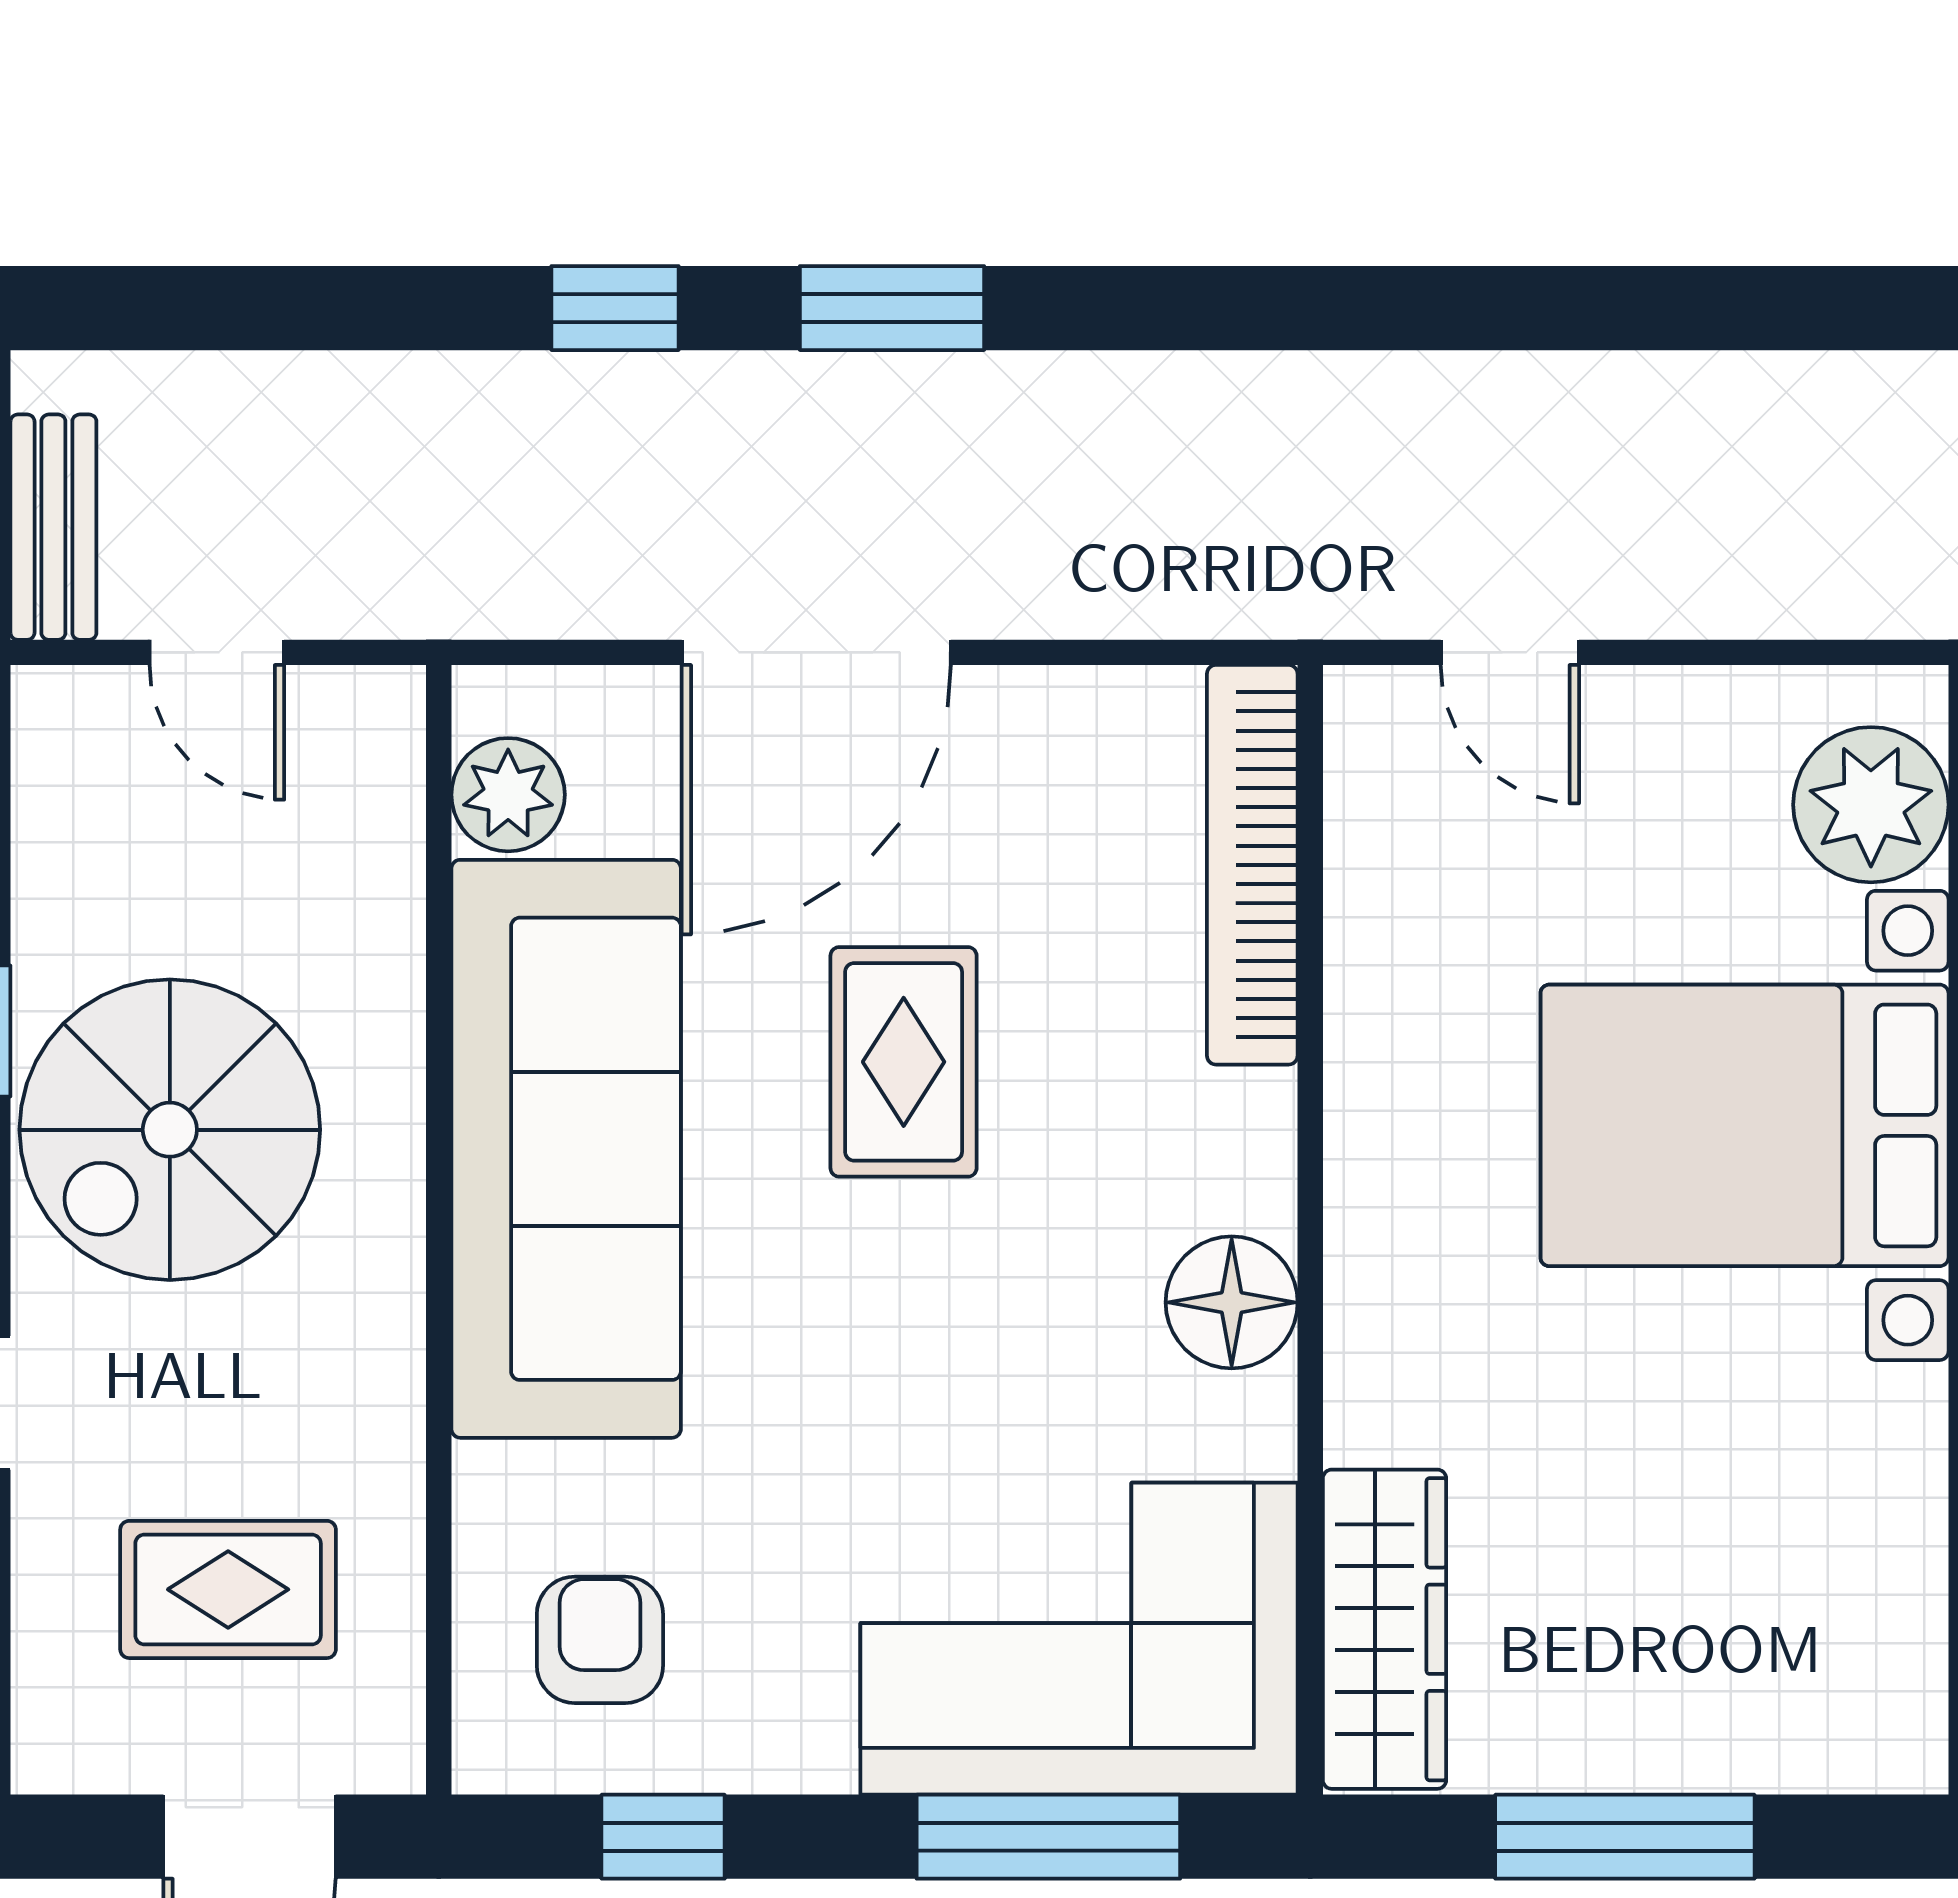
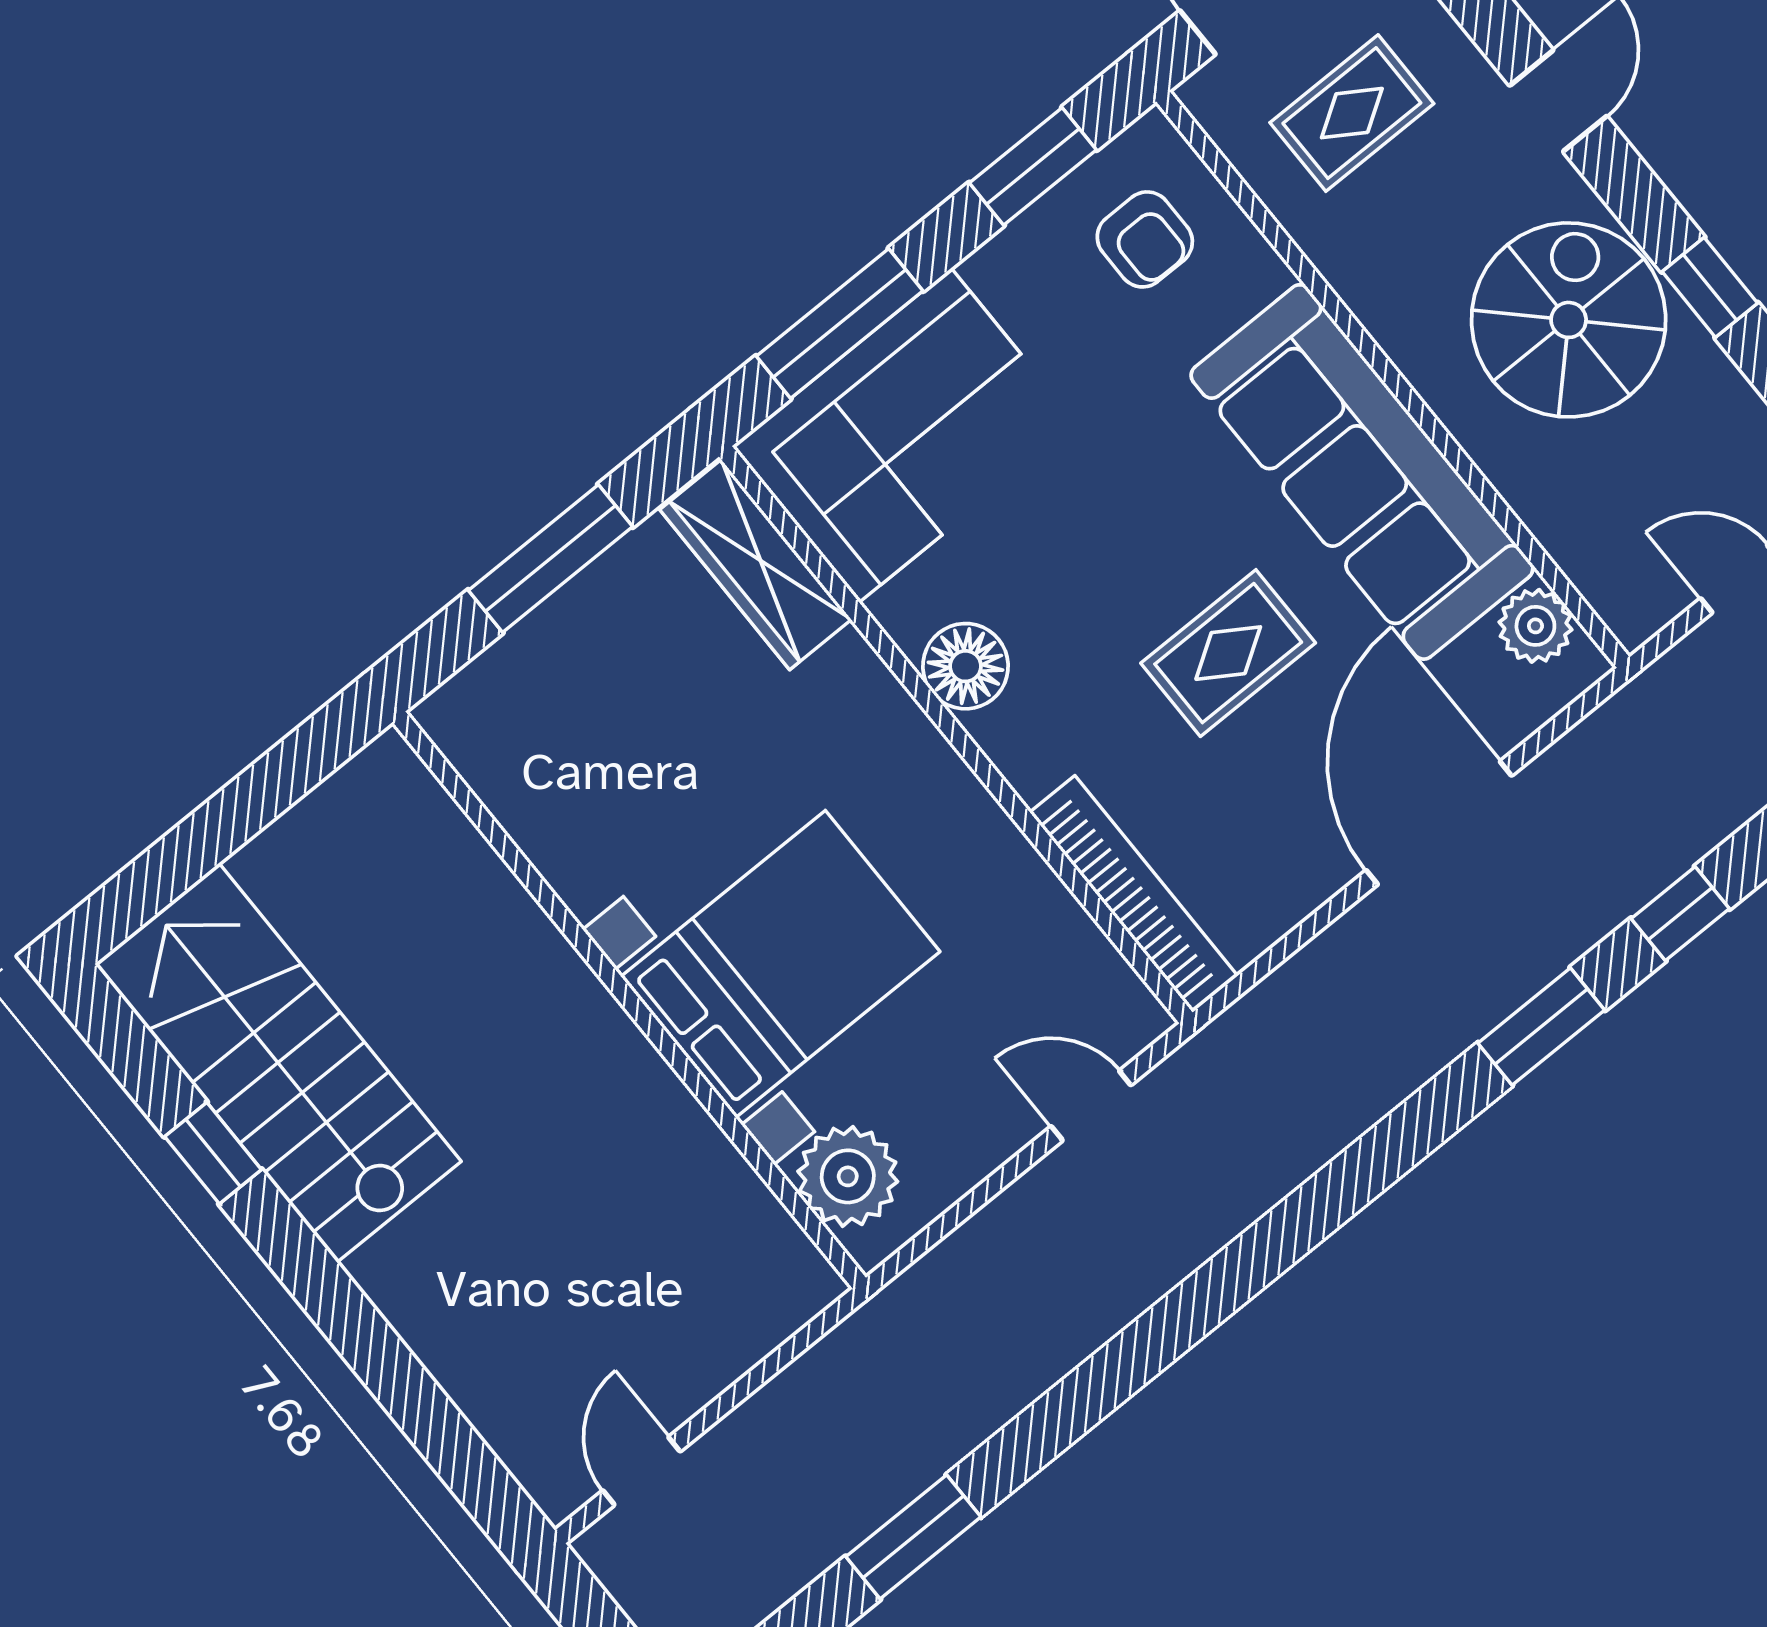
rug: (904, 1062) -> (1228, 653), turned 90
window: (663, 1837) -> (1033, 166), width x1.50

